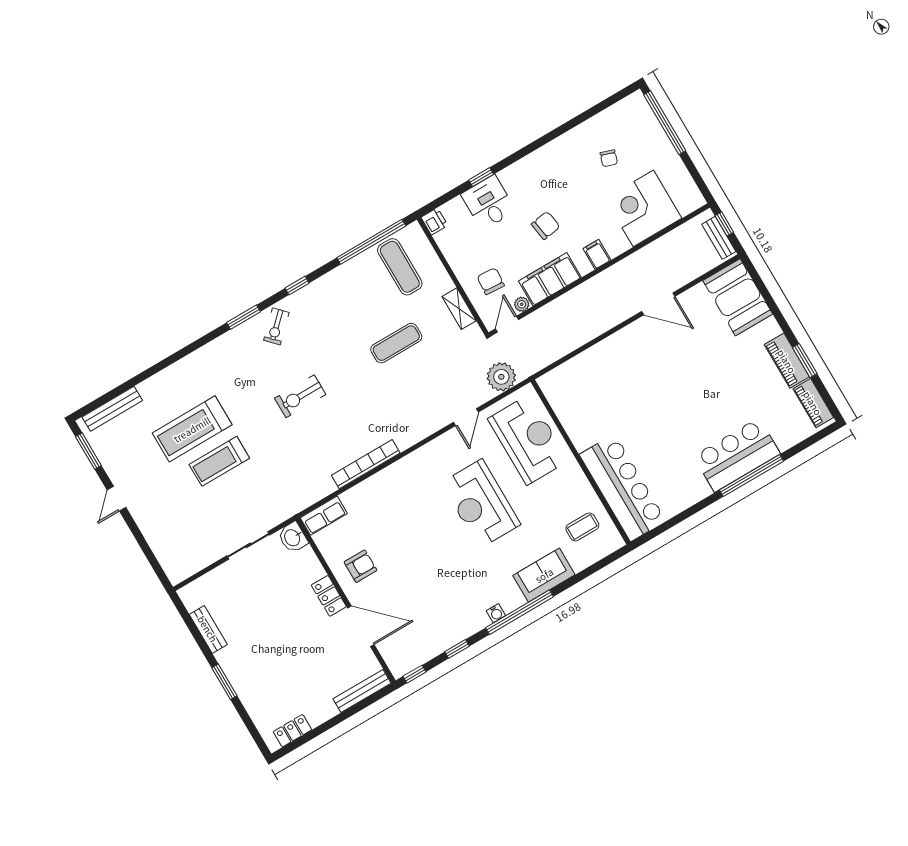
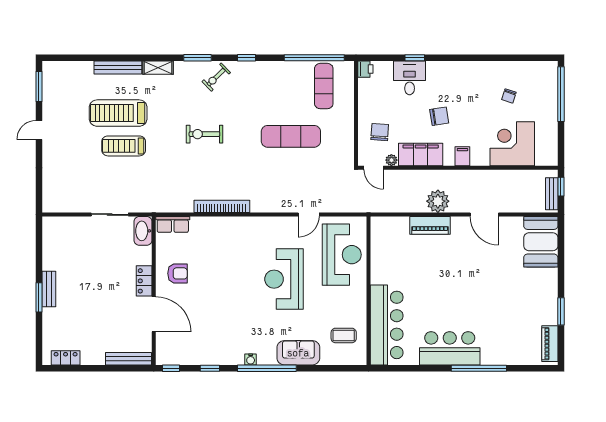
shelving: (459, 309) -> (158, 68), moved, turned 90
door: (507, 324) -> (374, 168), swing flipped
exercise mat: (396, 343) -> (291, 136), width x1.36, depth x1.45
piano: (787, 361) -> (430, 225), moved, turned -90
plant: (501, 377) -> (438, 201), moved
bench: (112, 409) -> (118, 67), moved
bar counter: (737, 455) -> (450, 348), moved
washbasin: (293, 537) -> (143, 231), width x1.38
bench: (208, 629) -> (49, 289), moved

